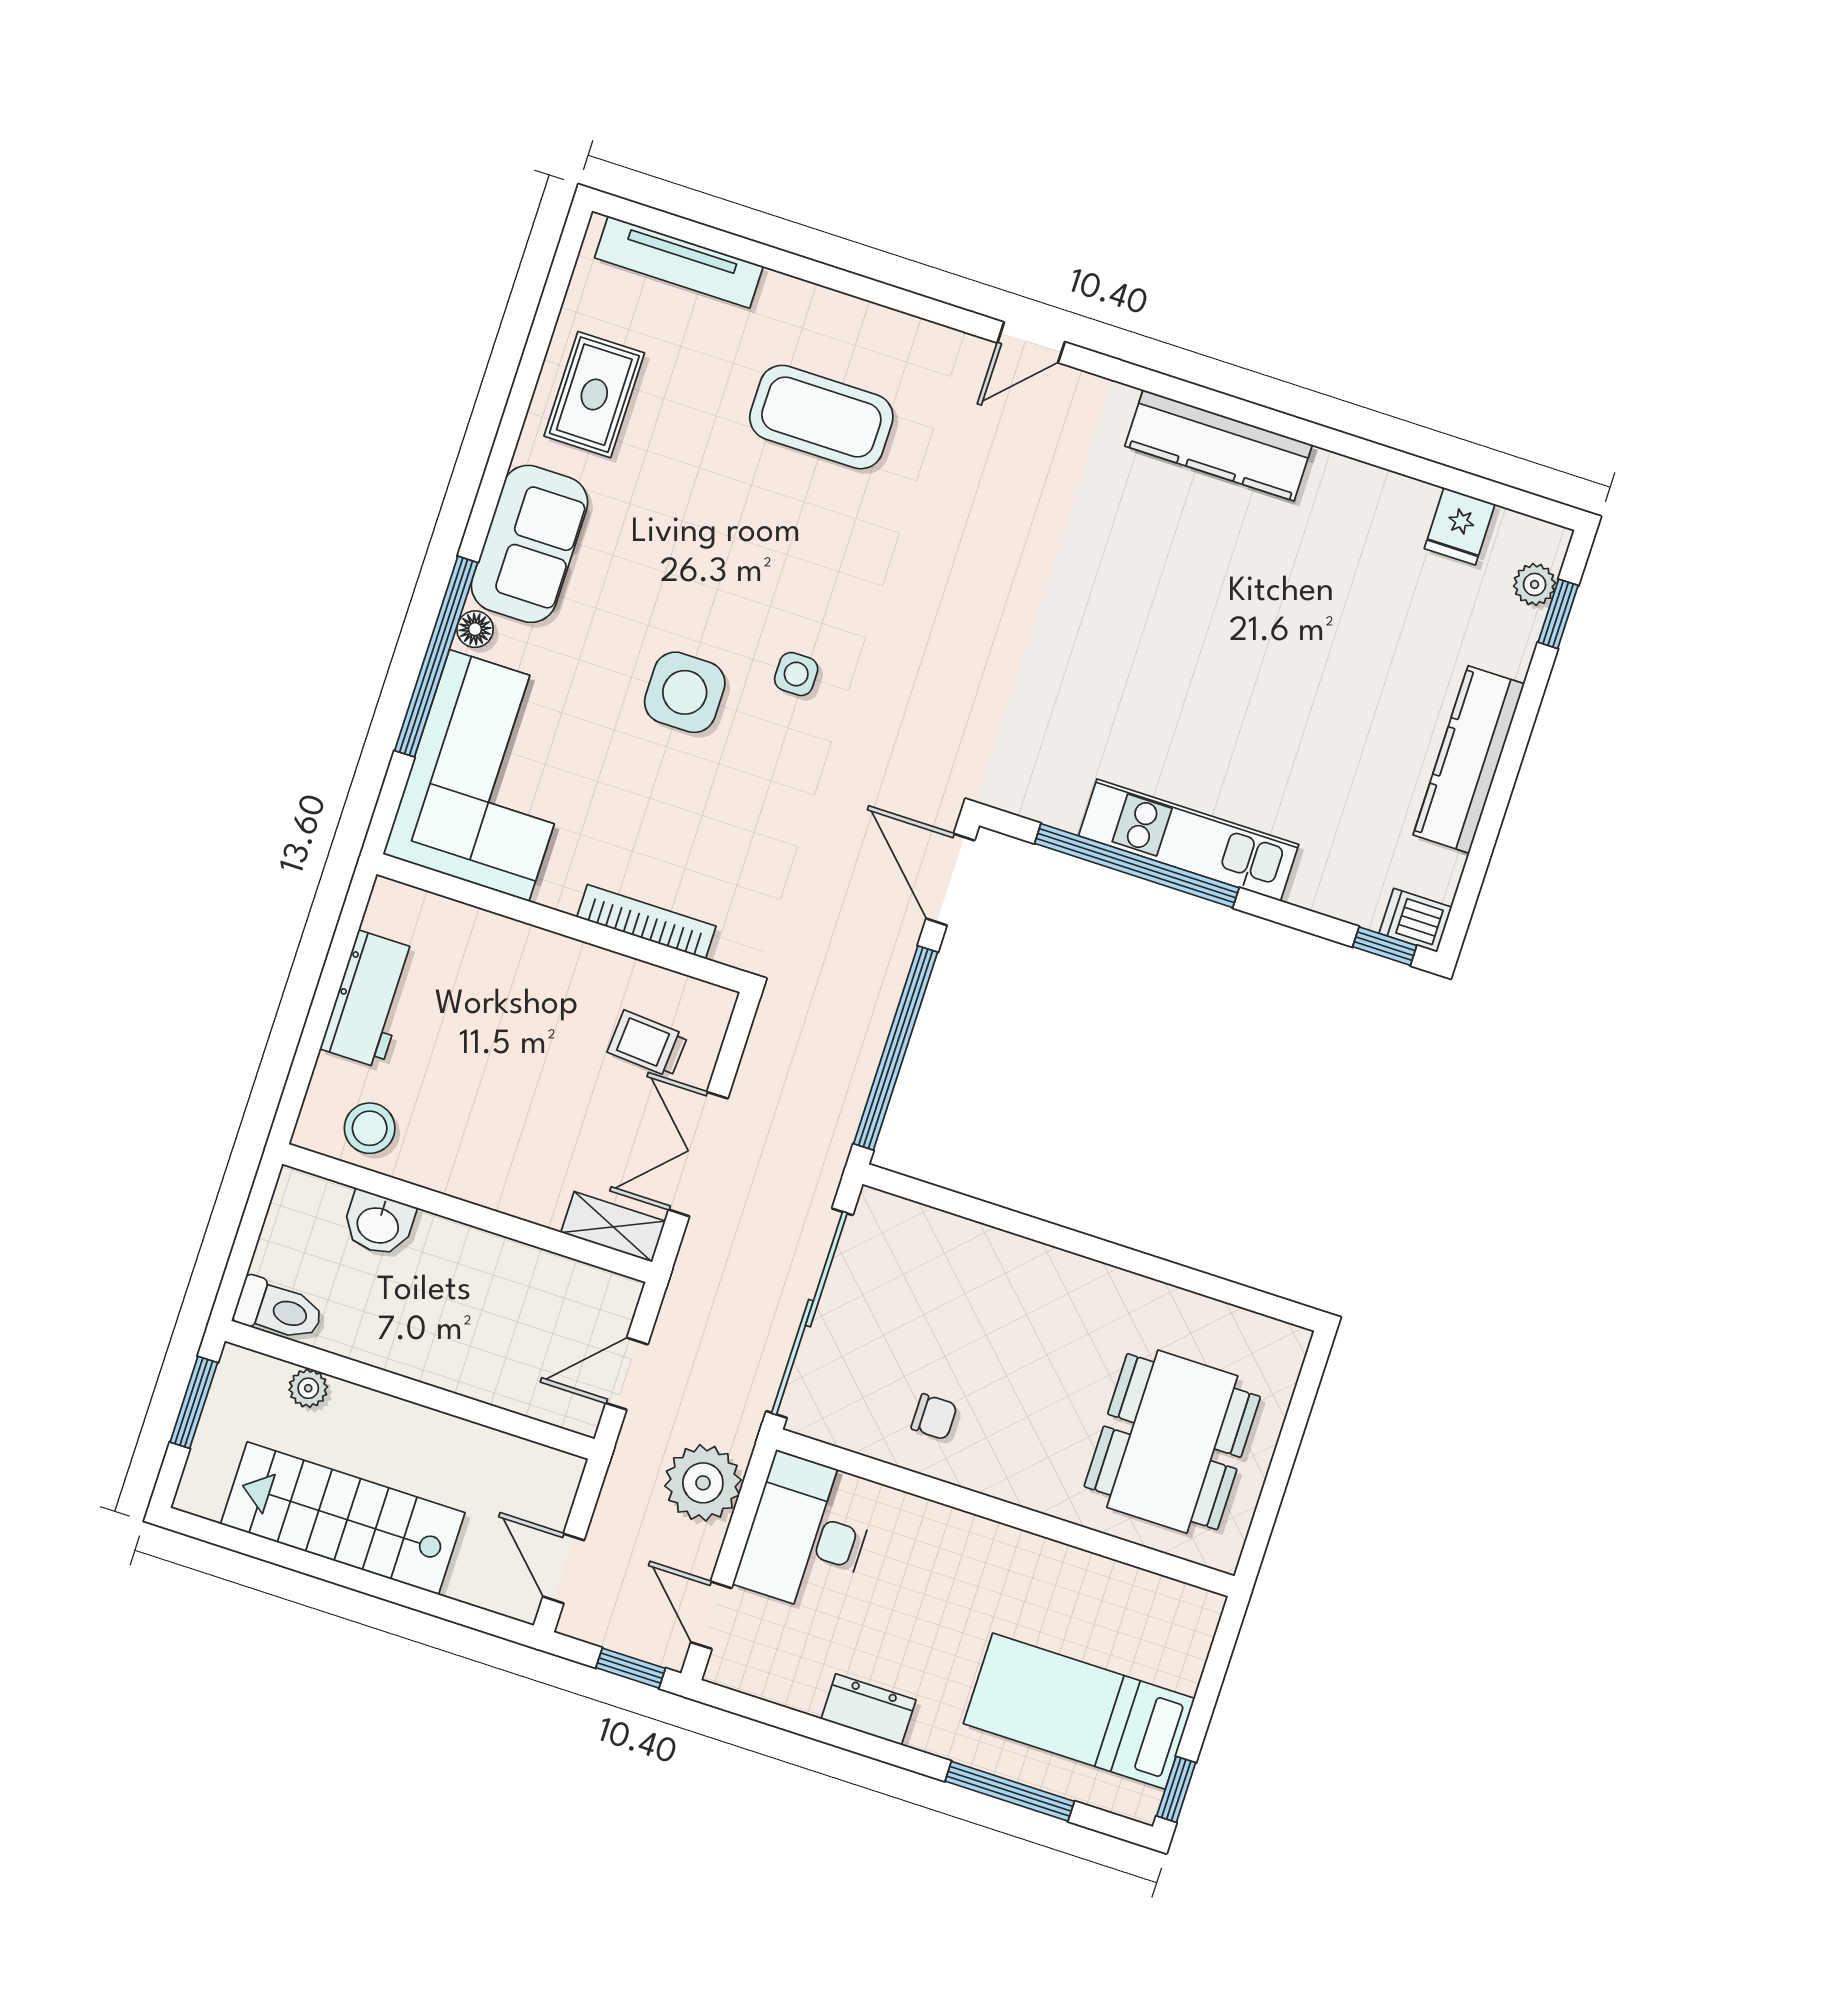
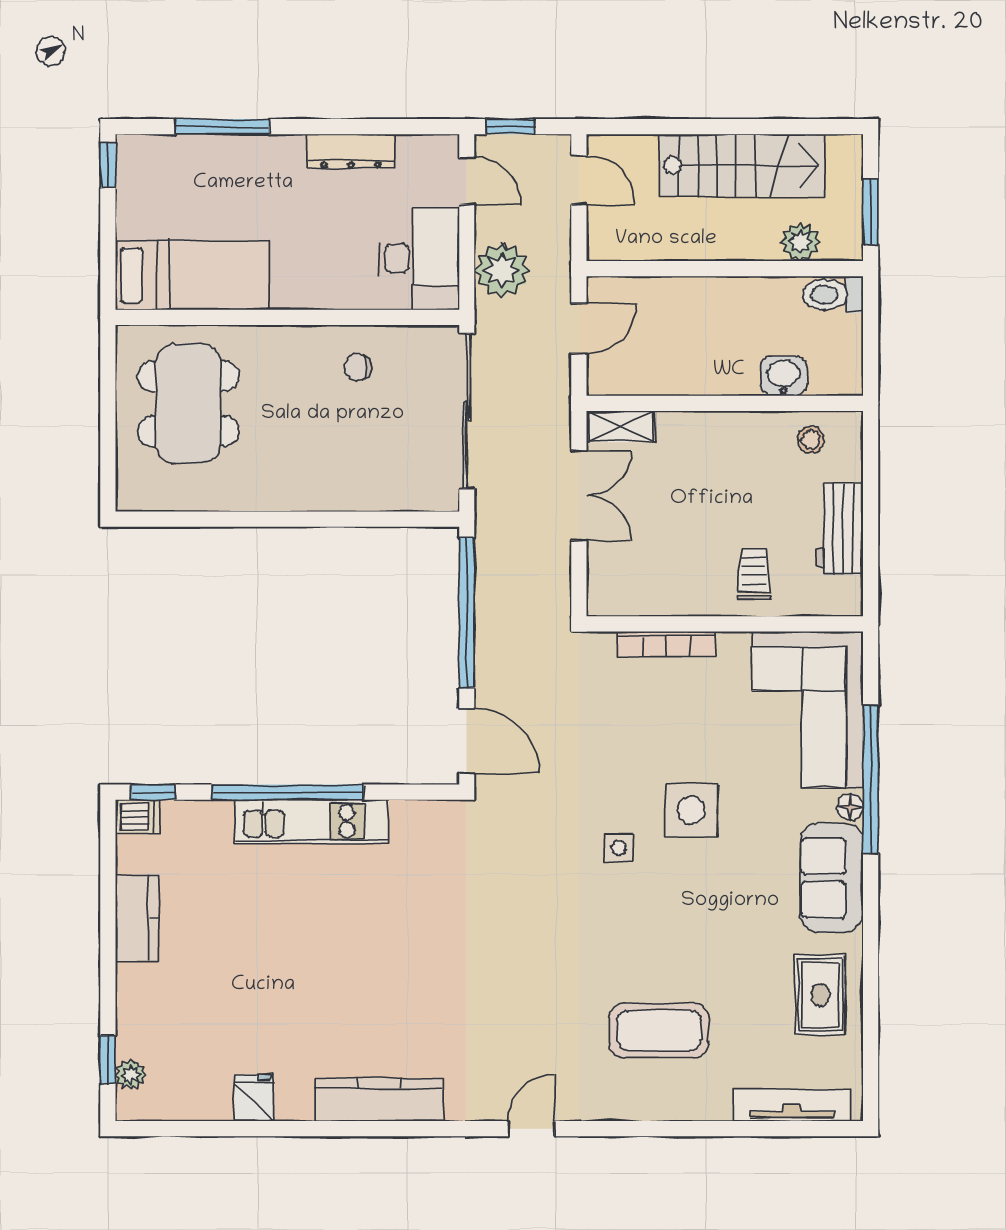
fridge: (1460, 526) -> (254, 1098), moved
kitchen counter: (1469, 759) -> (137, 918), width x0.67
window: (1137, 866) -> (288, 792), moved
trolley: (647, 1044) -> (754, 574), moved, turned -94
stool: (370, 1128) -> (811, 440), width x0.73, depth x0.73
plant: (308, 1388) -> (800, 242), width x1.38, depth x1.38
dresser: (868, 1709) -> (351, 151), width x1.44
bed: (1079, 1711) -> (192, 275), moved

